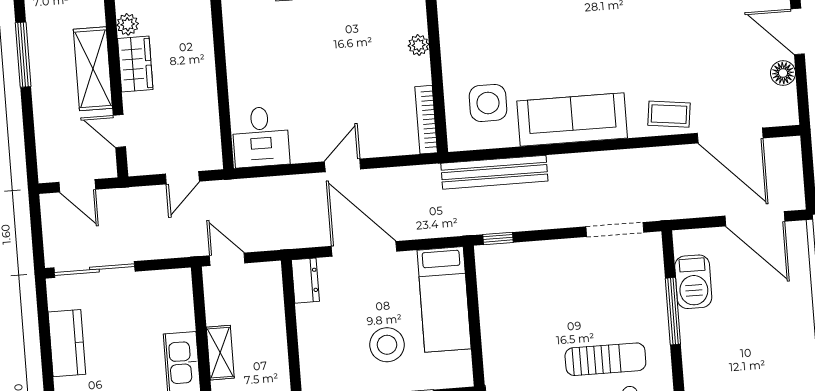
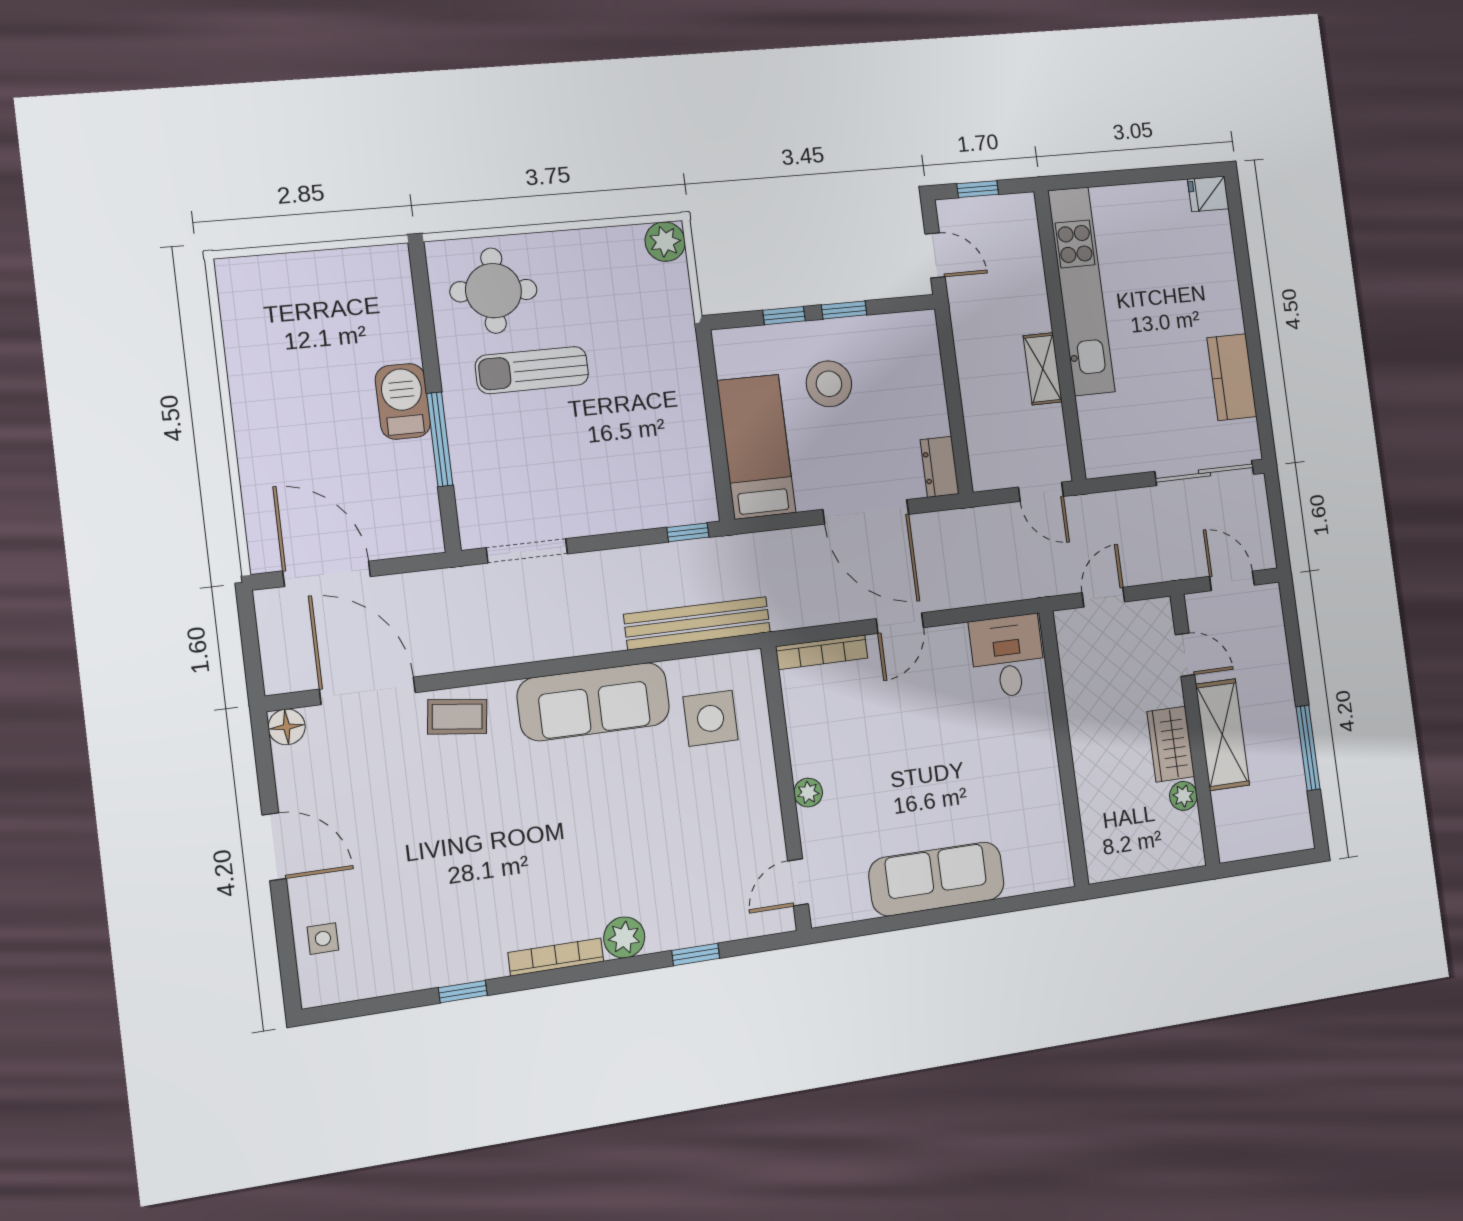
floor lamp: (783, 73) -> (287, 727), moved
bookcase: (426, 120) -> (822, 652), moved, turned 90
barbecue: (693, 282) -> (403, 401), moved

